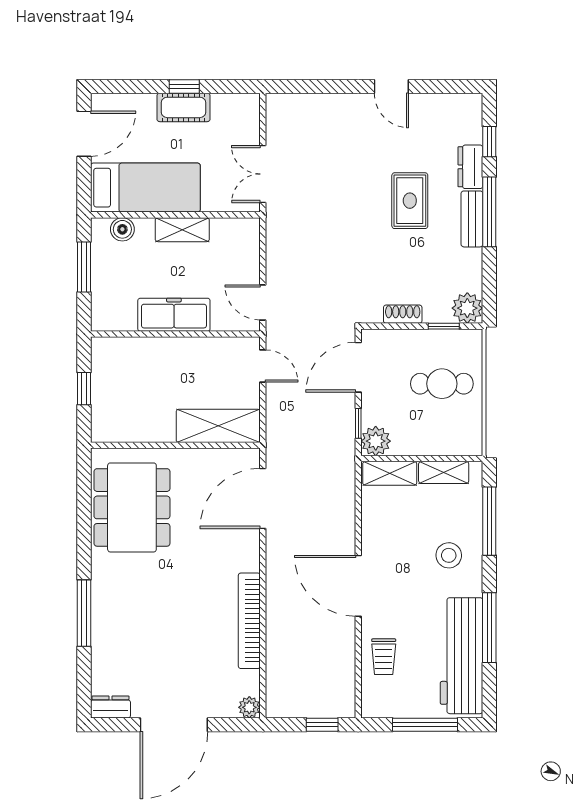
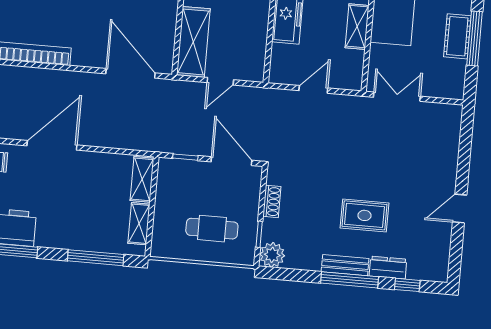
window: (184, 86) -> (475, 38), width x2.17
door: (263, 302) -> (313, 89), moved
door: (263, 366) -> (220, 81), moved
cafe table: (442, 384) -> (212, 229), turned 90
plant: (376, 441) -> (170, 170), removed
stool: (449, 555) -> (70, 222), removed

